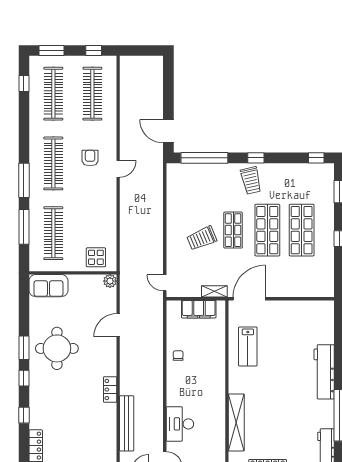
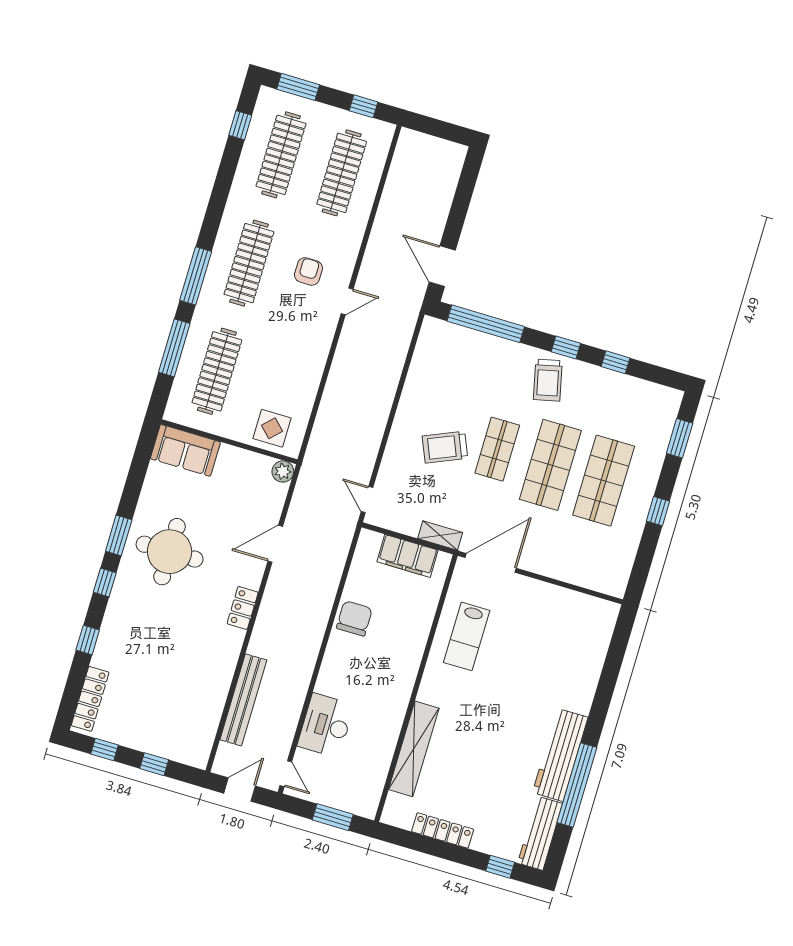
window: (316, 158) -> (615, 362), moved
chair: (178, 356) -> (354, 618), width x1.87, depth x1.87
workbench: (324, 372) -> (560, 755), moved
locker: (110, 390) -> (243, 608), moved

